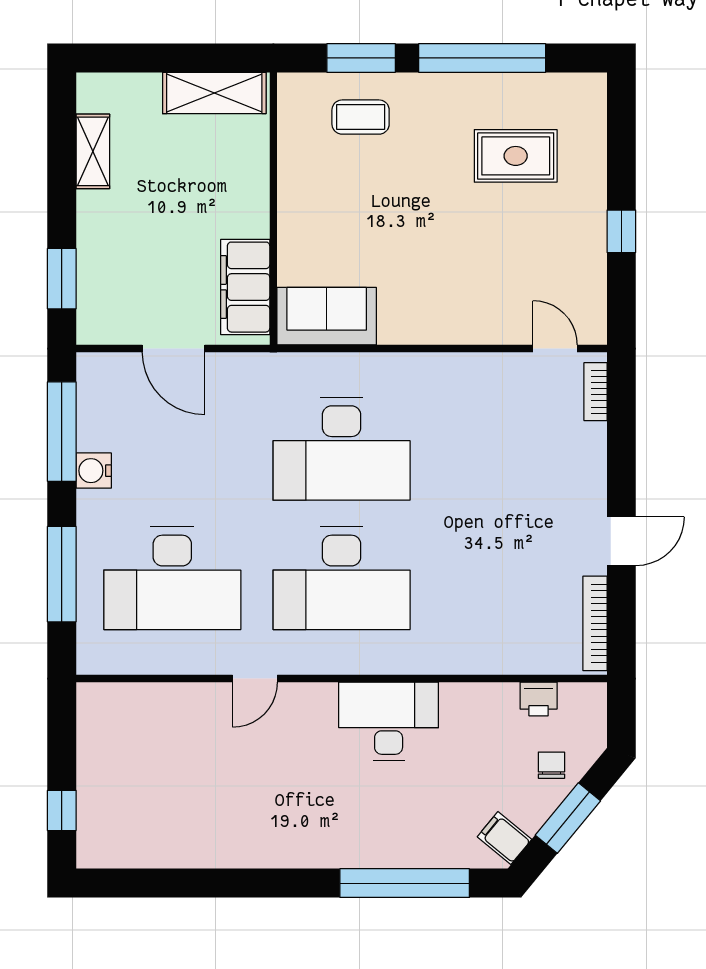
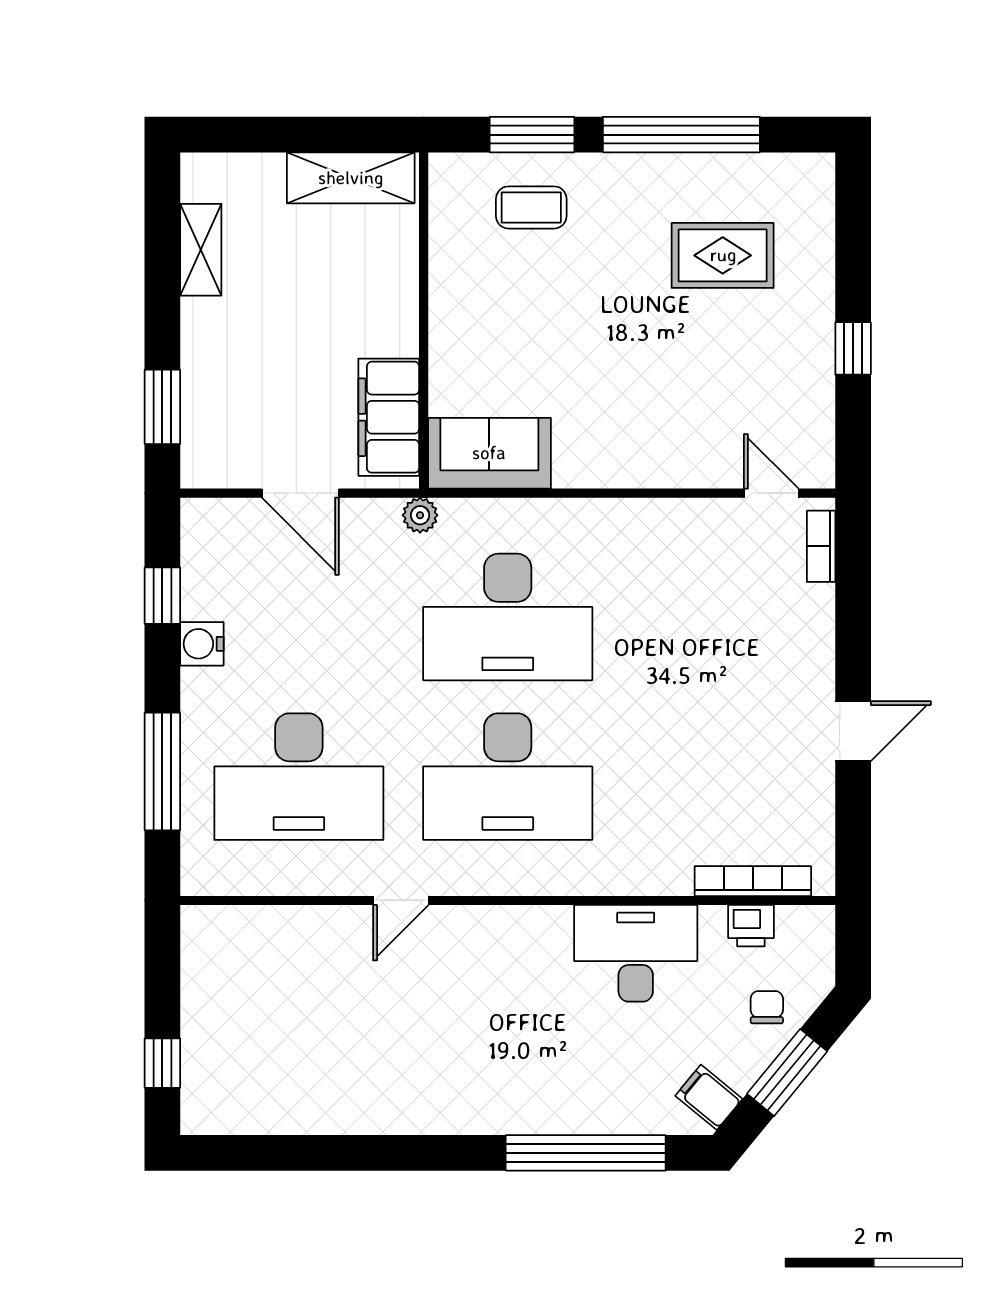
plant: (270, 366) -> (420, 515), added
window: (62, 432) -> (162, 596), width x0.46
bookcase: (595, 623) -> (753, 881), moved, turned 90
desk: (389, 721) -> (636, 953), moved

